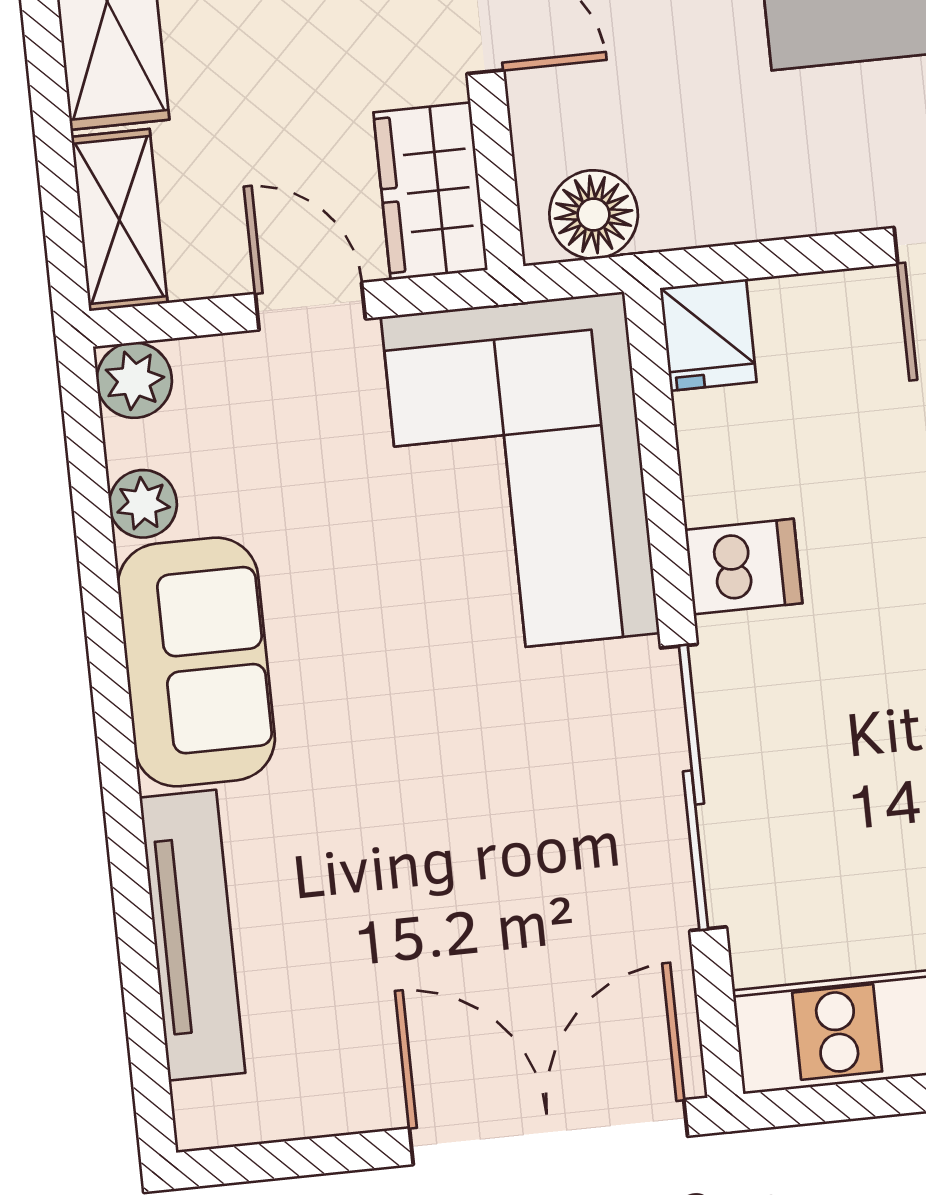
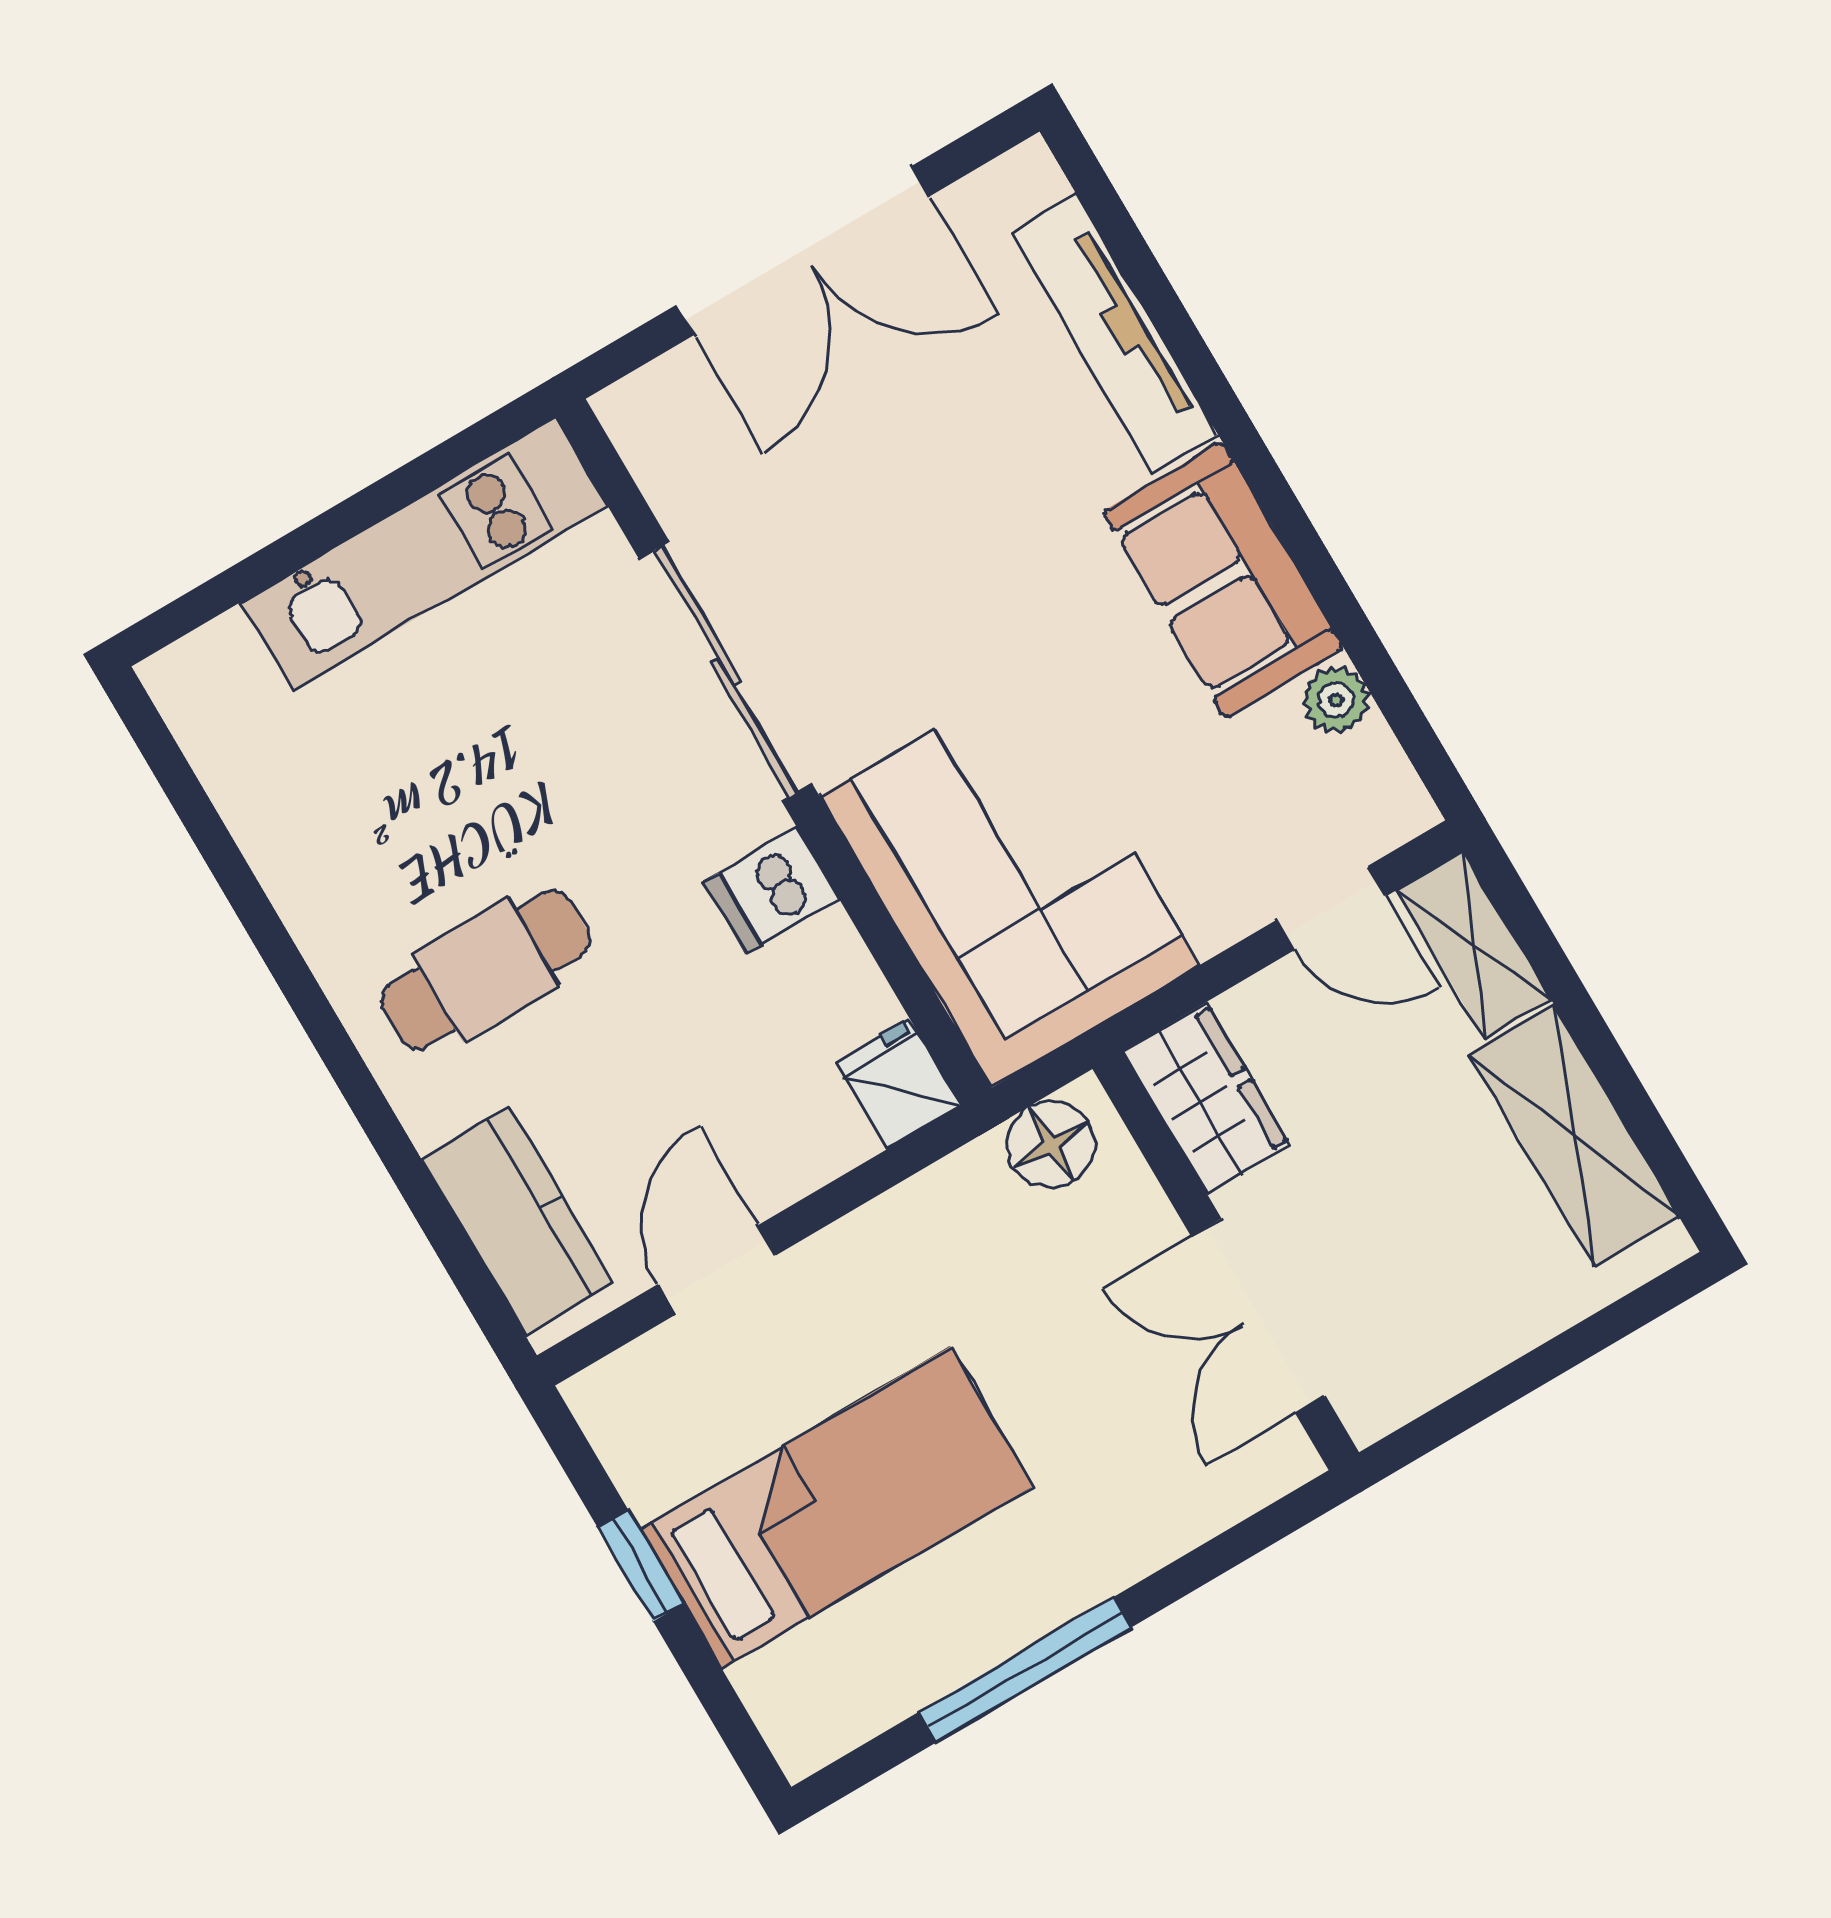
door: (310, 306) -> (1331, 908), moved
plant: (134, 380) -> (1395, 807), removed
double door: (549, 1132) -> (803, 251), moved

